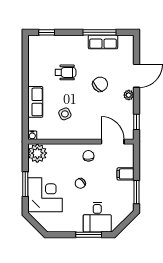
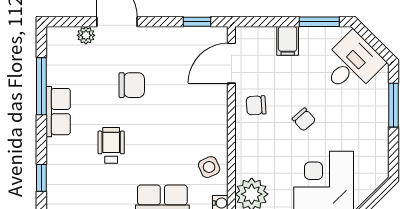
row of seats: (103, 42) -> (58, 112), moved
chair: (100, 84) -> (132, 85), turned 131
plant: (129, 95) -> (86, 35), moved
side table: (65, 114) -> (209, 167), moved
desk: (97, 217) -> (352, 64), moved, turned -45

